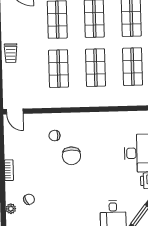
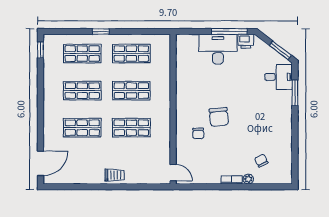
door: (15, 111) -> (173, 173), hinge flipped
chair: (71, 156) -> (219, 117), turned 84
plant: (11, 209) -> (248, 179), moved

